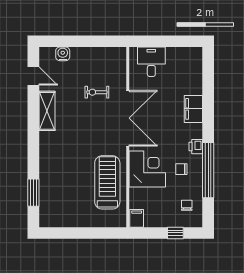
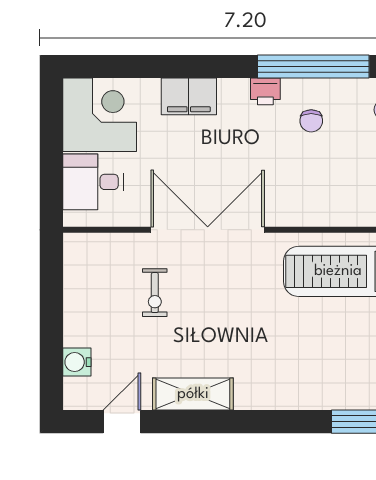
corner desk: (147, 169) -> (100, 115), moved, turned 90

